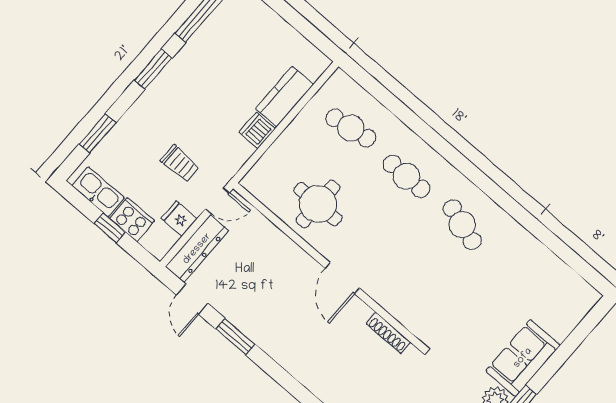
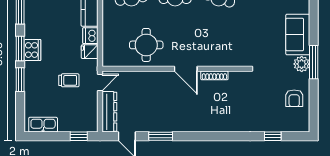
window: (97, 133) -> (20, 80), moved
fridge: (179, 219) -> (90, 52), moved
cooker: (132, 220) -> (32, 50), moved, turned 90
window: (110, 228) -> (79, 136), moved
shoe rack: (388, 333) -> (214, 75), moved

